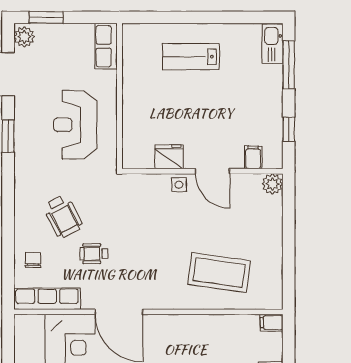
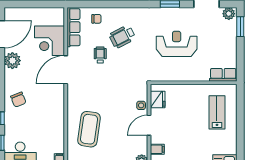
row of seats: (106, 46) -> (223, 75), moved
wall: (119, 96) -> (194, 83), moved

